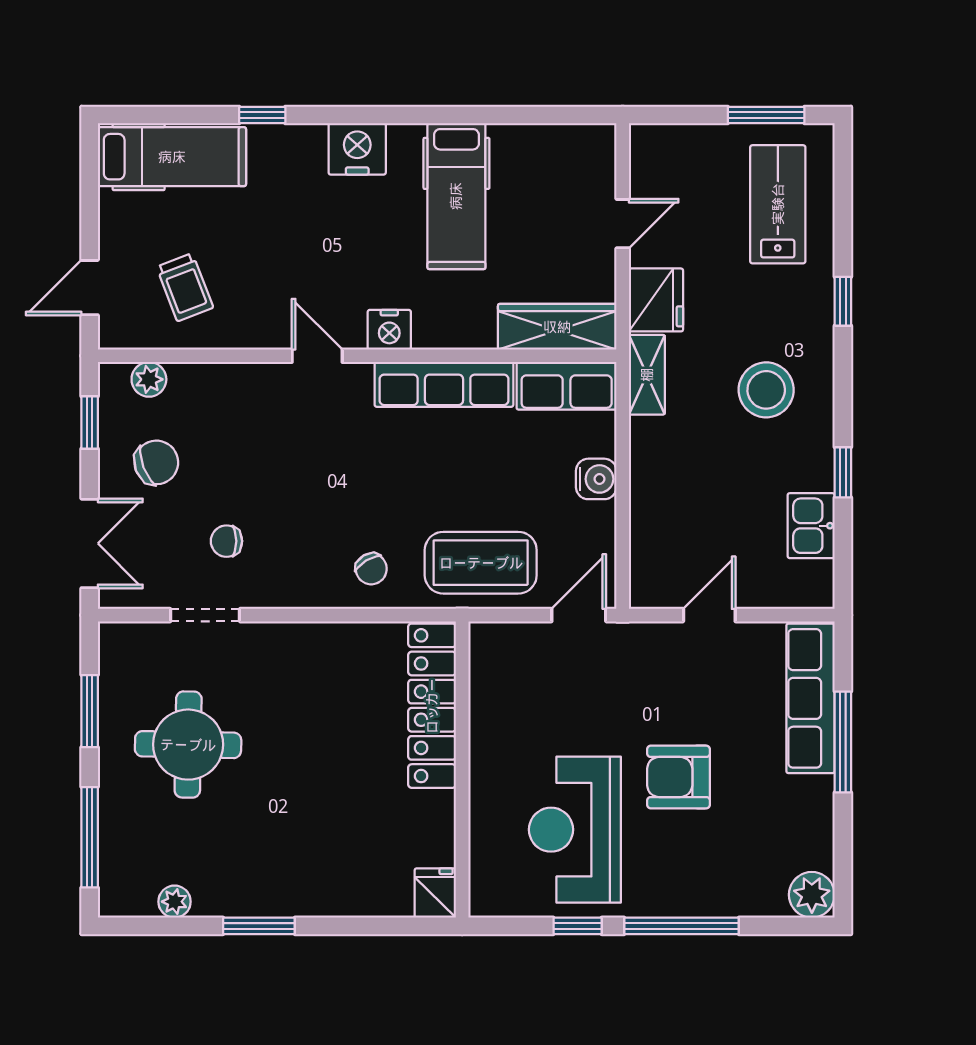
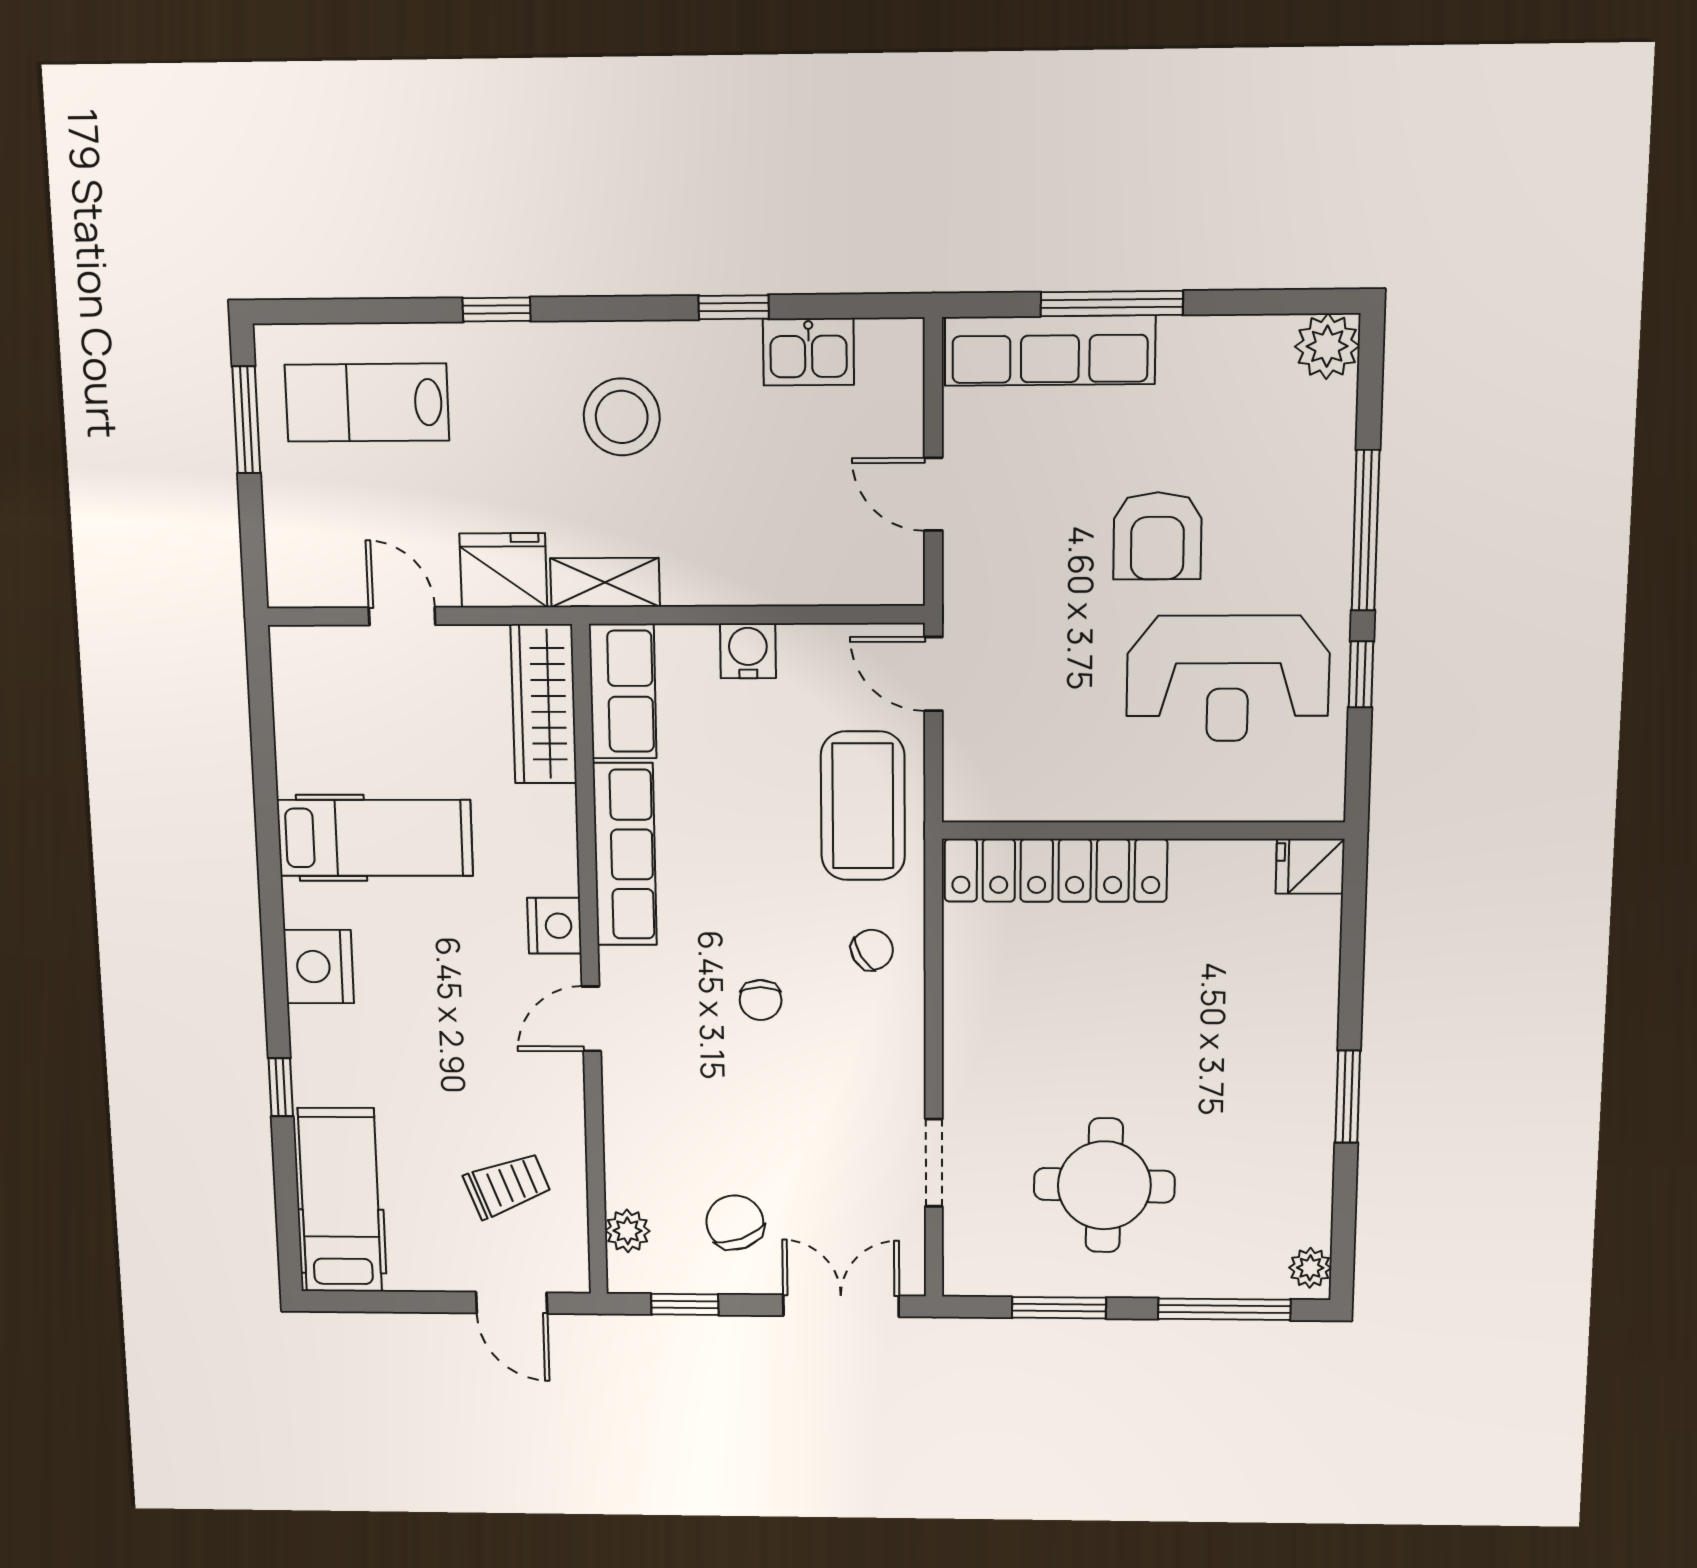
chair: (226, 541) -> (761, 1000), moved
plant: (175, 902) -> (1310, 1268), moved

